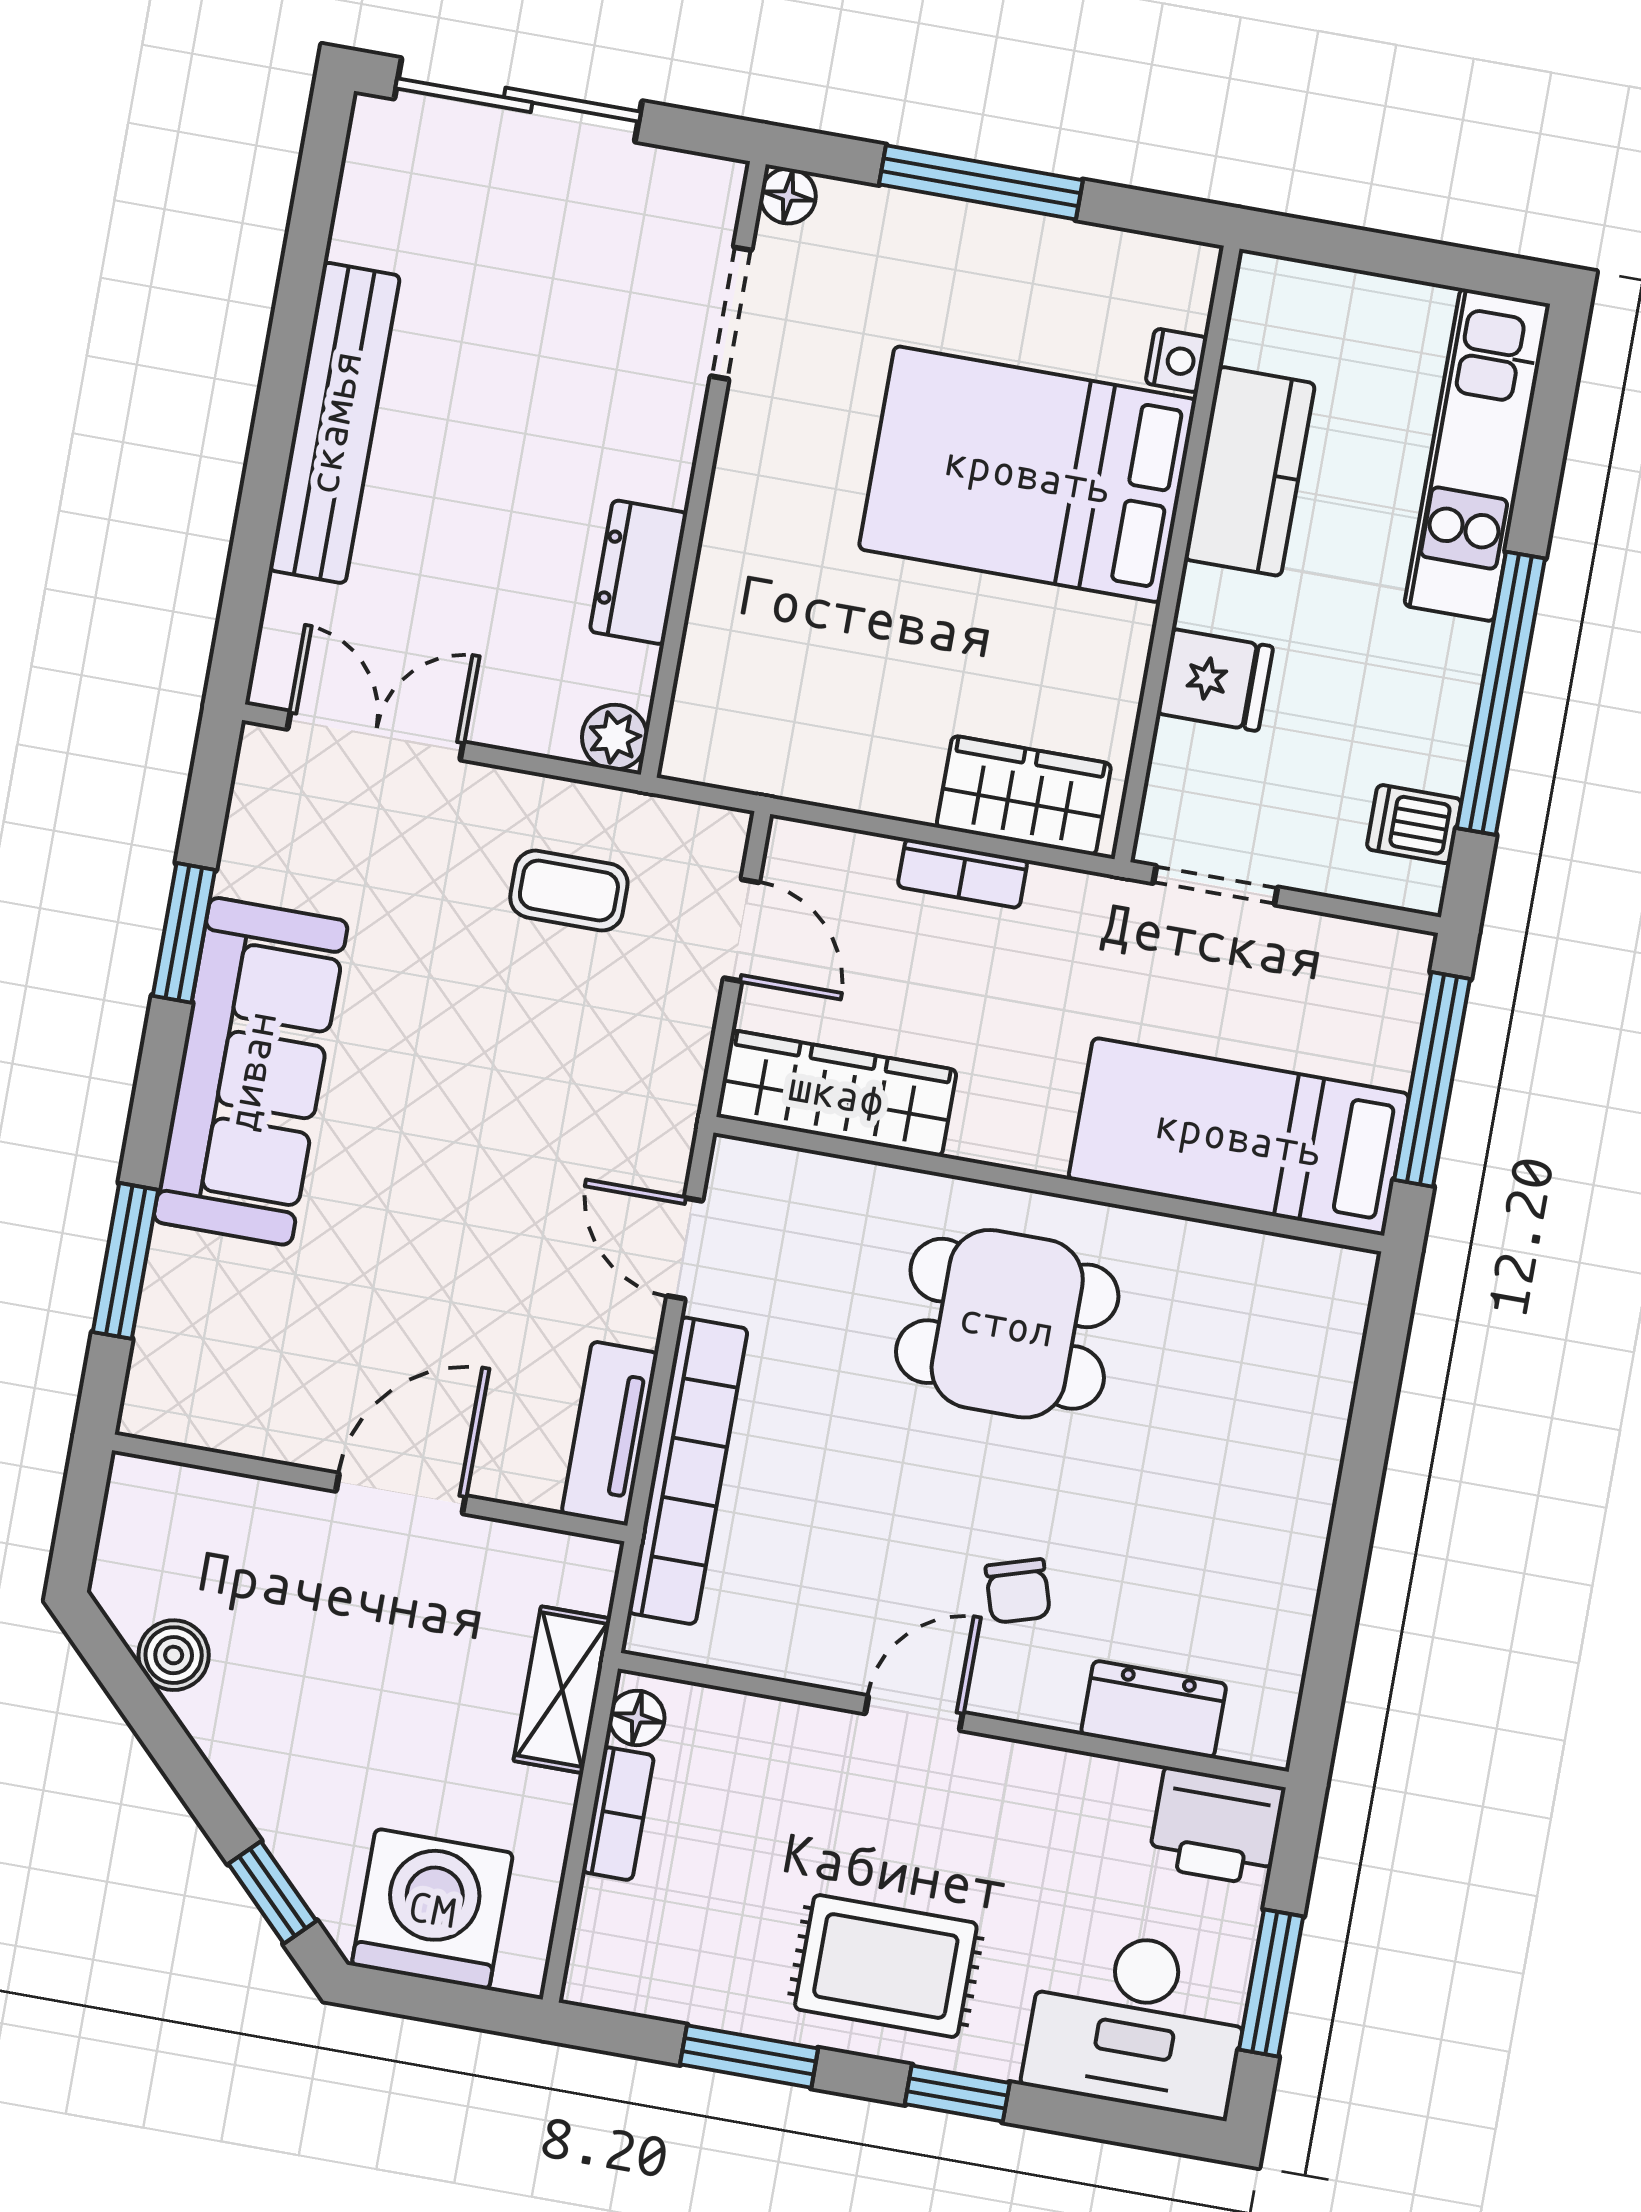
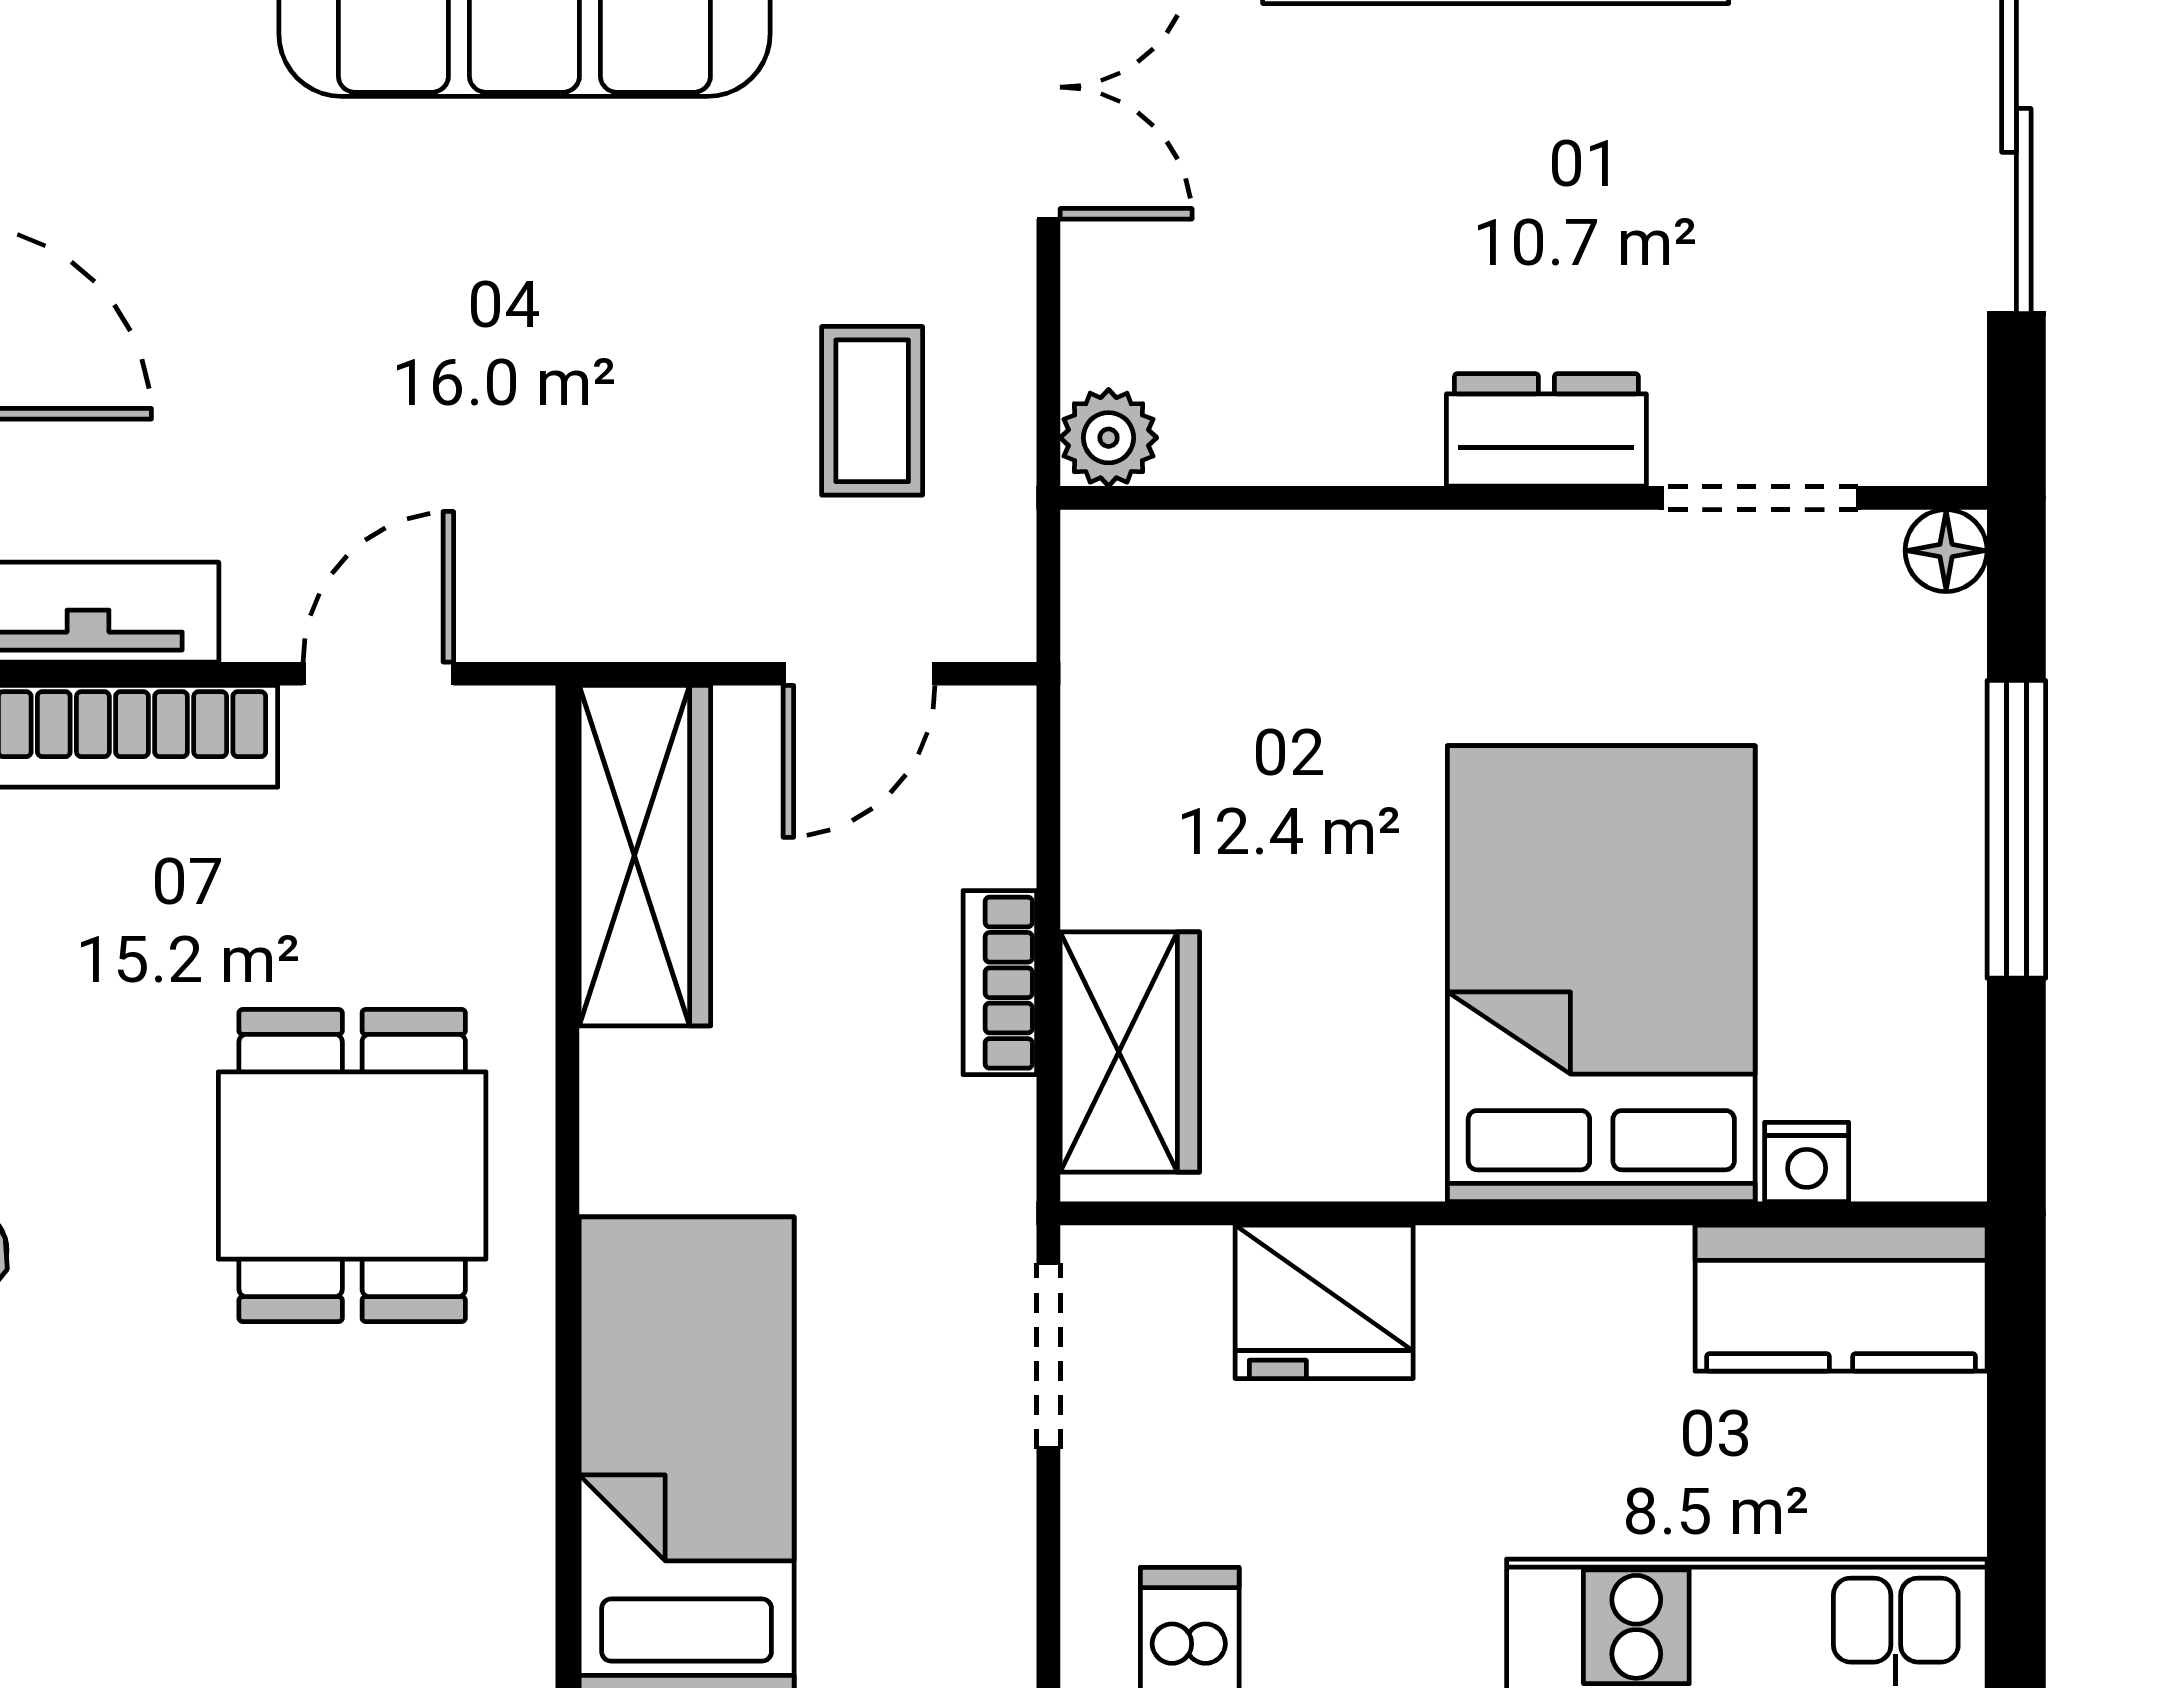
kitchen counter: (1250, 471) -> (1841, 1298), moved
dresser: (639, 572) -> (1546, 430), moved
fridge: (1215, 680) -> (1324, 1302), width x1.38

